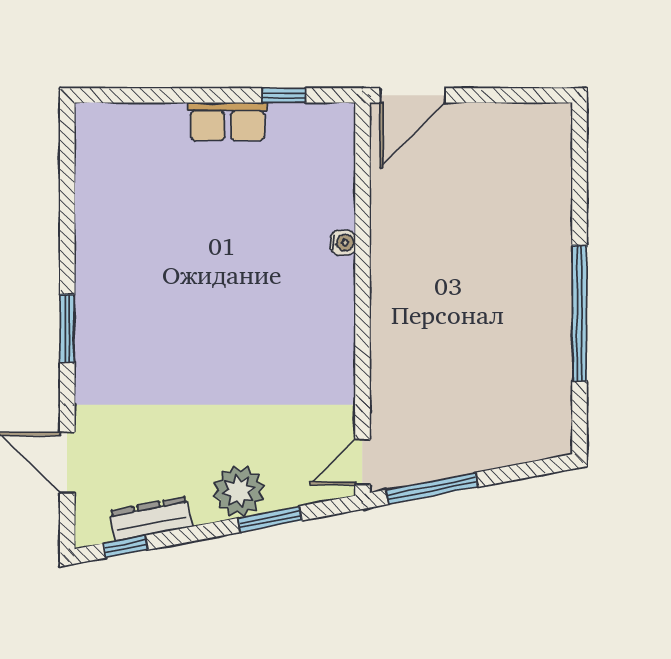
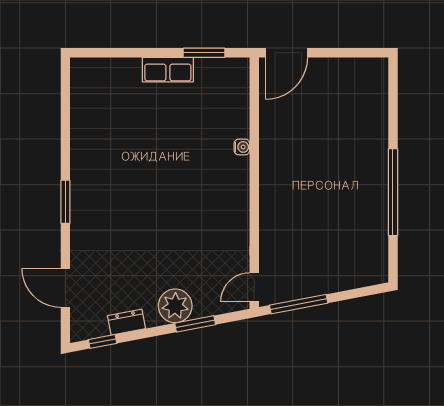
window: (284, 95) -> (204, 53), width x1.50
dresser: (151, 519) -> (126, 322), width x0.70

